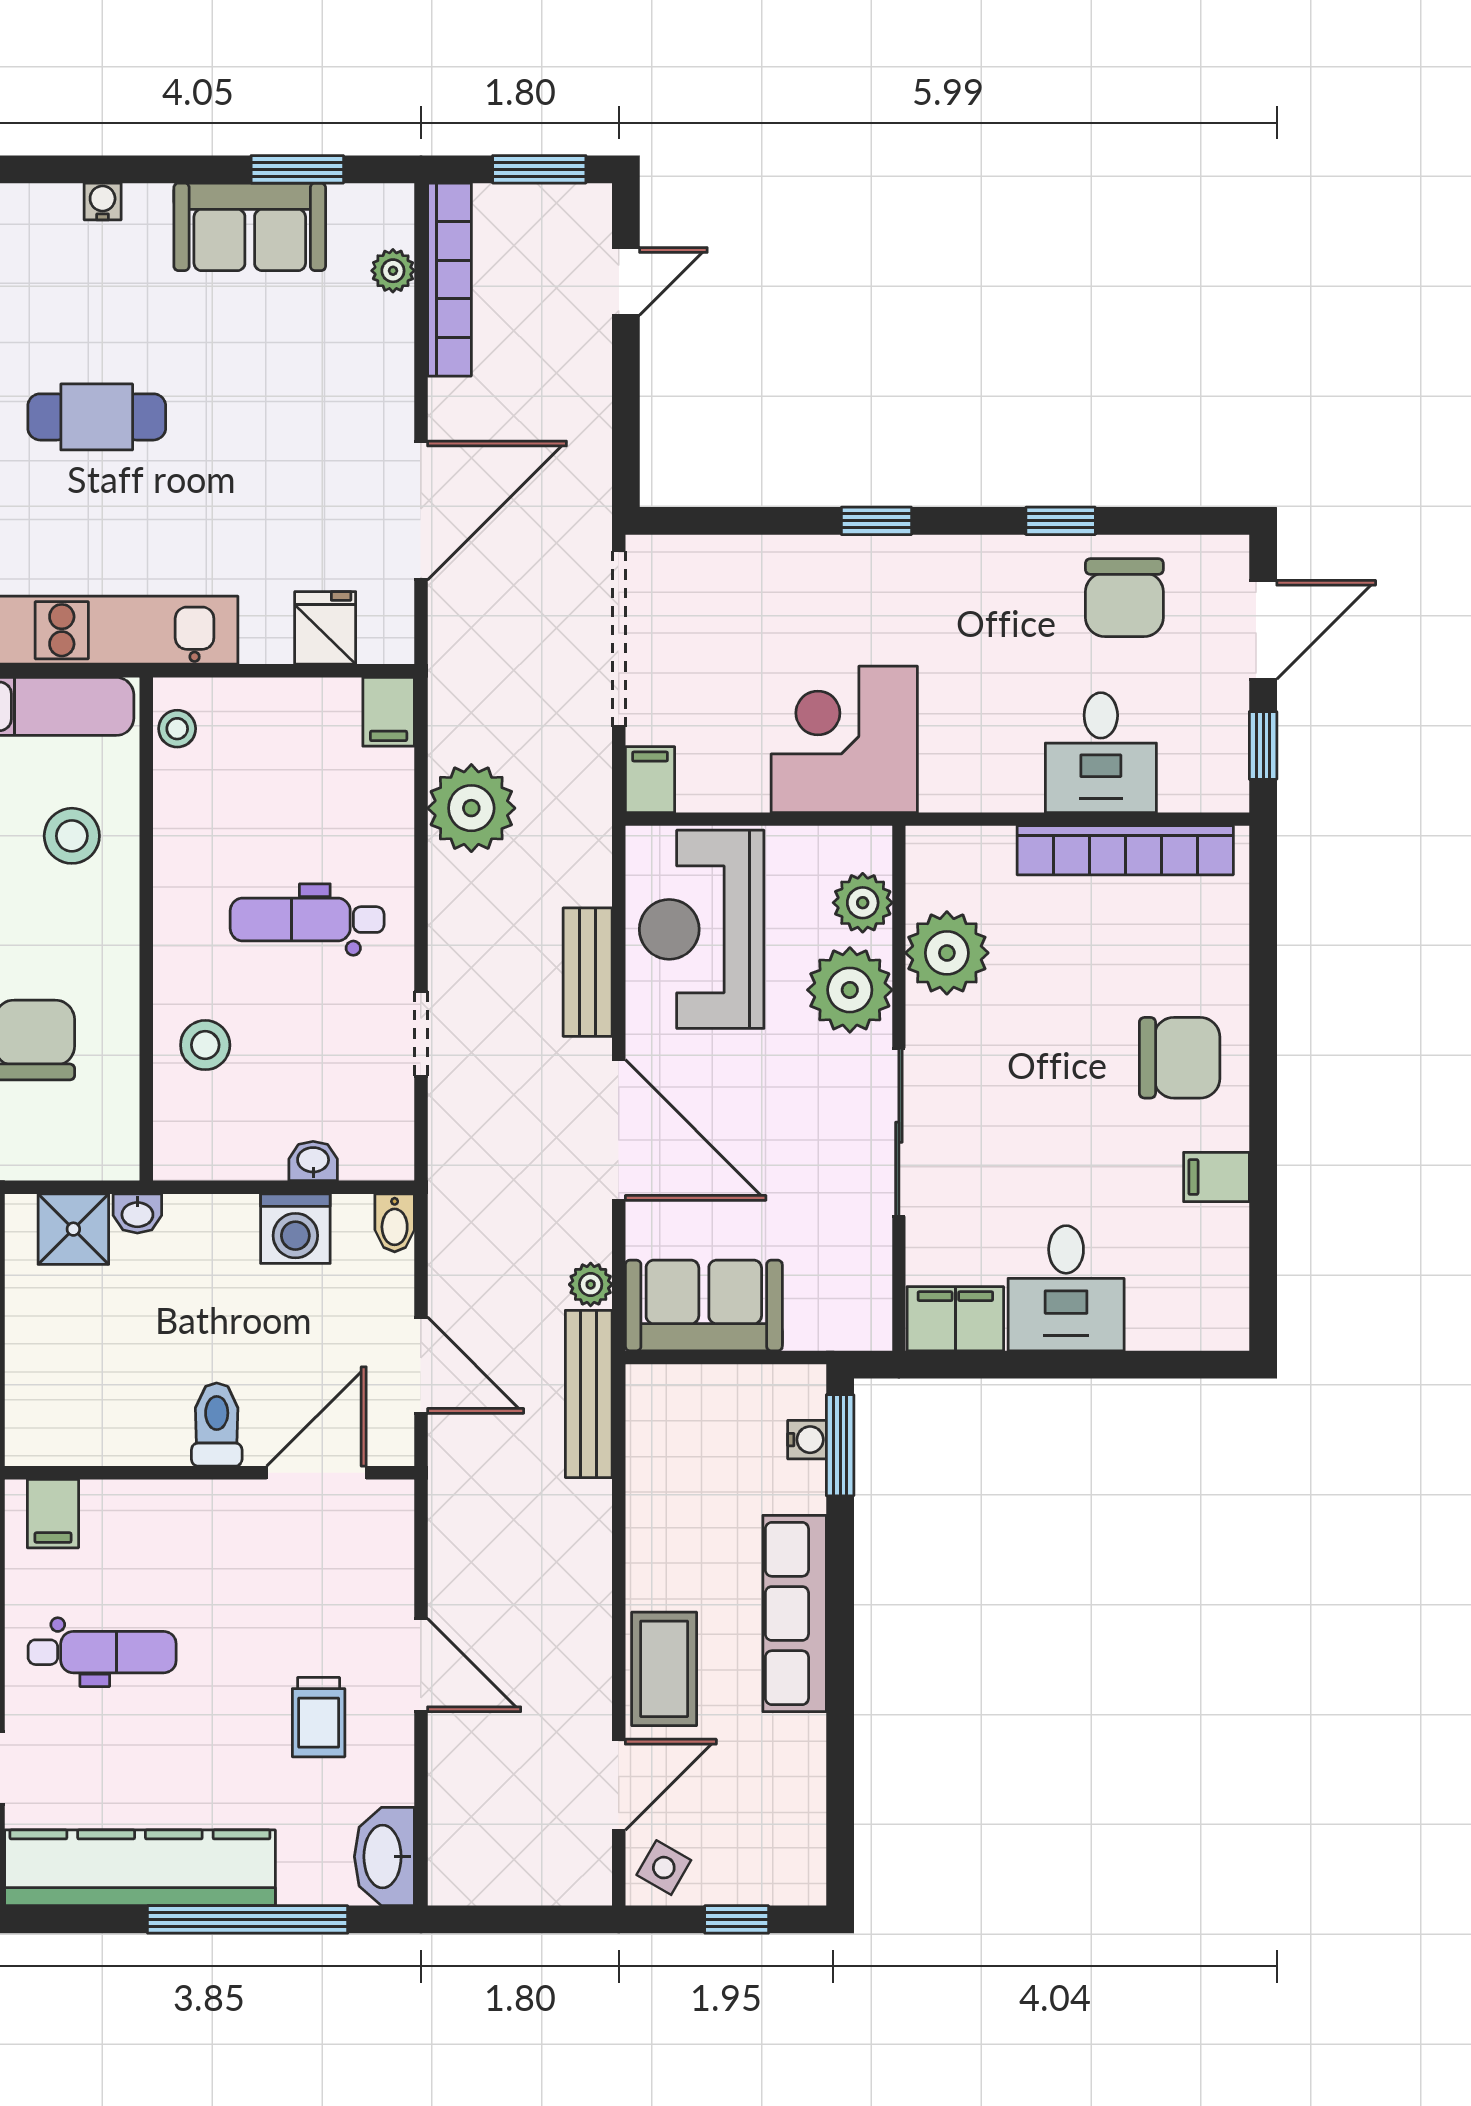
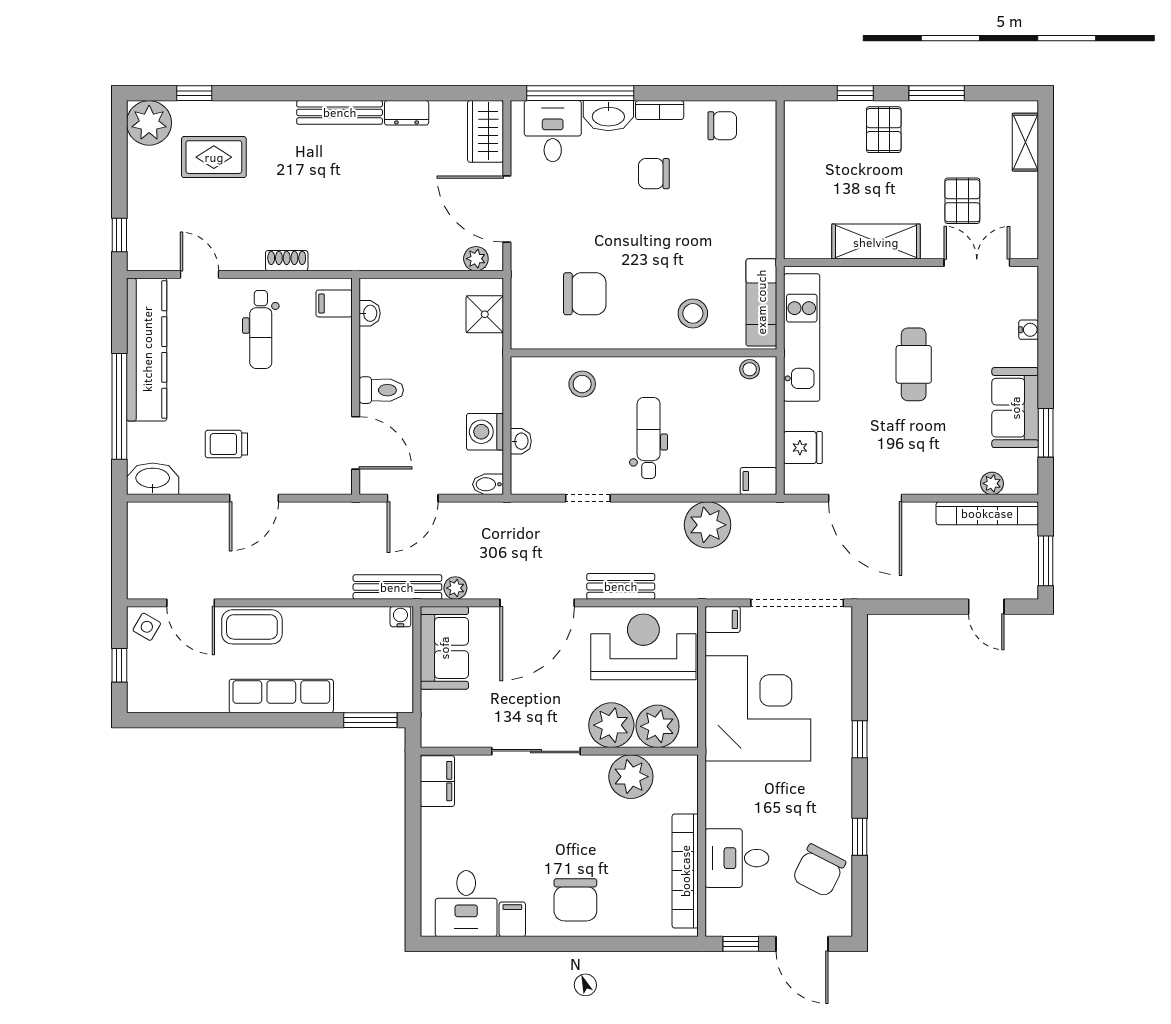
cafe table: (97, 417) -> (914, 364), moved
chair: (1124, 598) -> (819, 871), turned -63
corner desk: (844, 739) -> (758, 708), width x1.36, depth x1.36
plant: (863, 903) -> (657, 726), width x1.36, depth x1.36
washbasin: (137, 1213) -> (370, 313), moved, turned 180
desk: (1066, 1288) -> (466, 904), moved, turned -90
water cooler: (807, 1440) -> (400, 617), moved, turned 180

